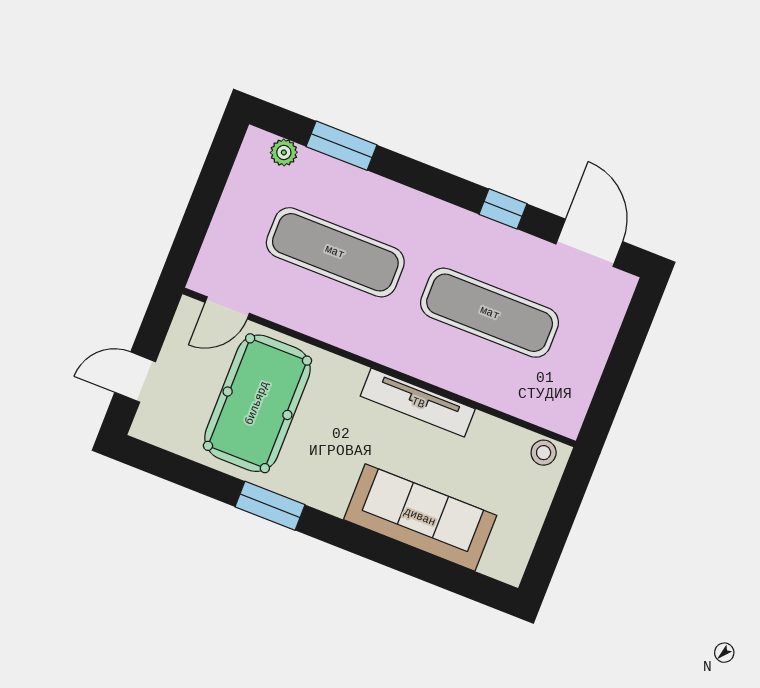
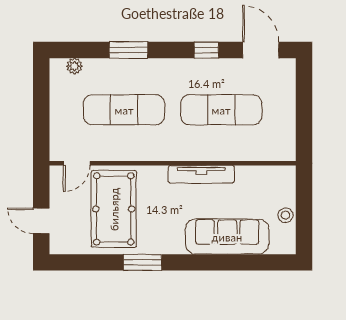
window: (342, 146) -> (129, 50), moved
door: (135, 377) -> (41, 221), hinge flipped
stool: (544, 453) -> (285, 215), moved

